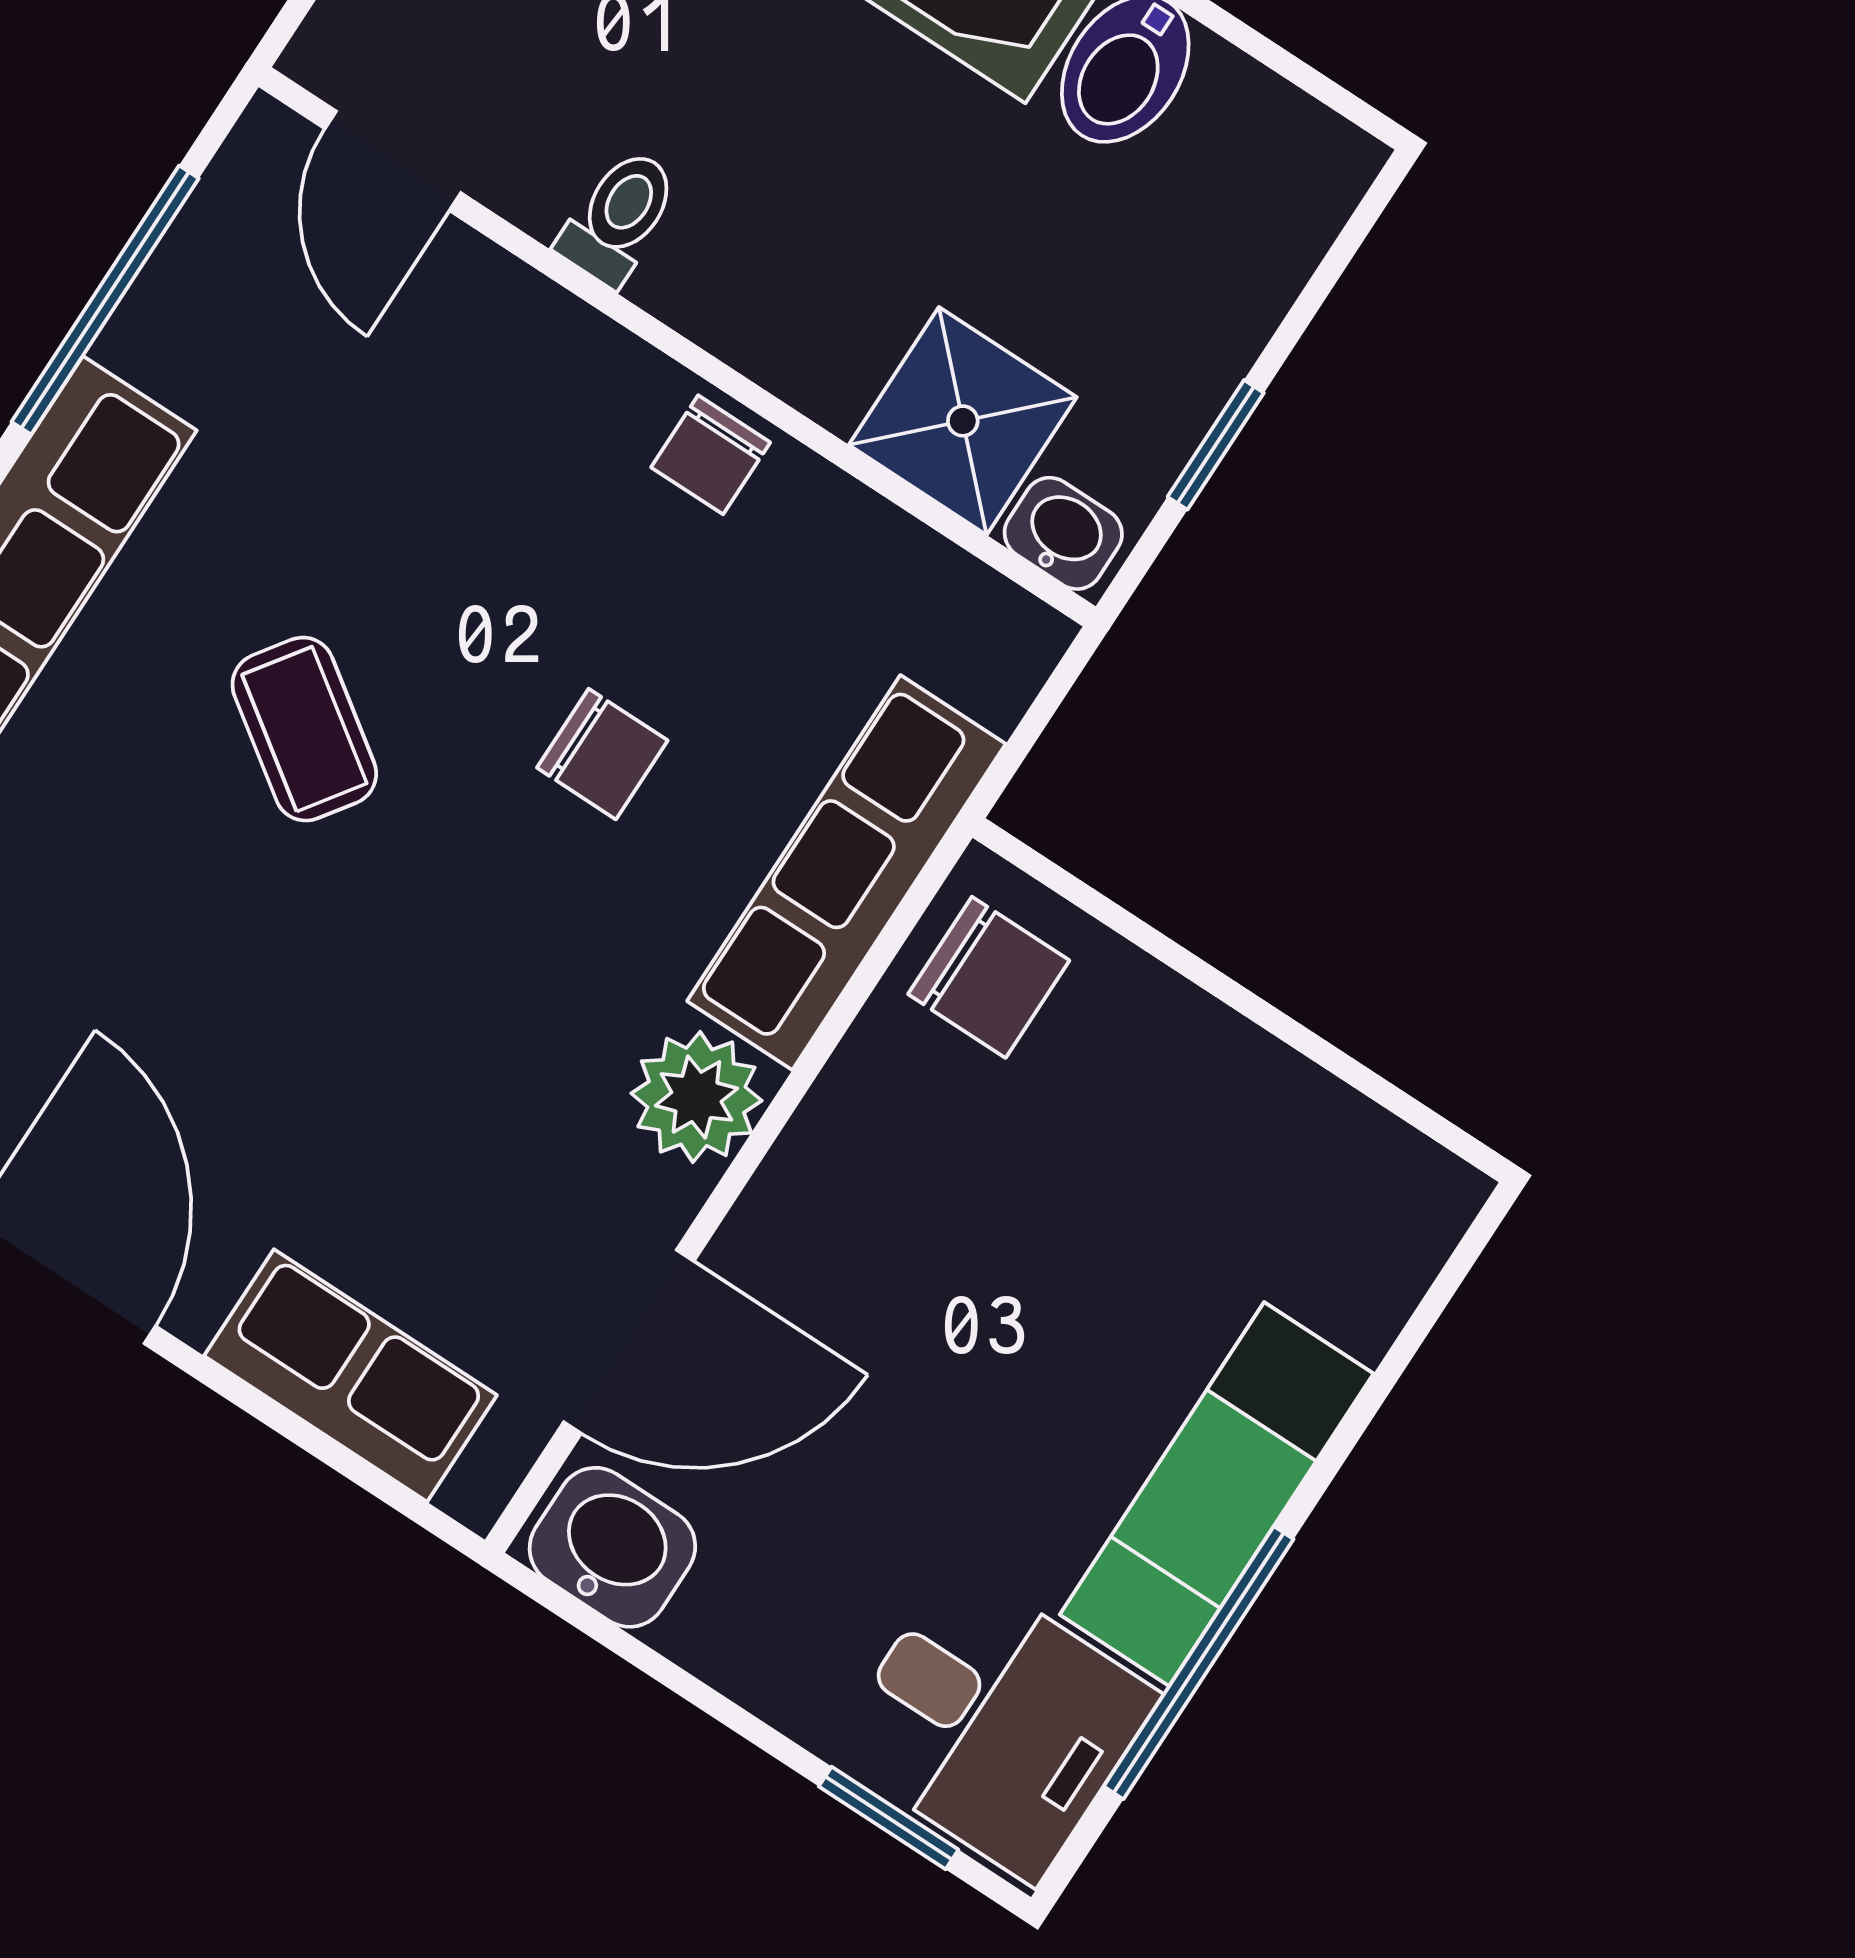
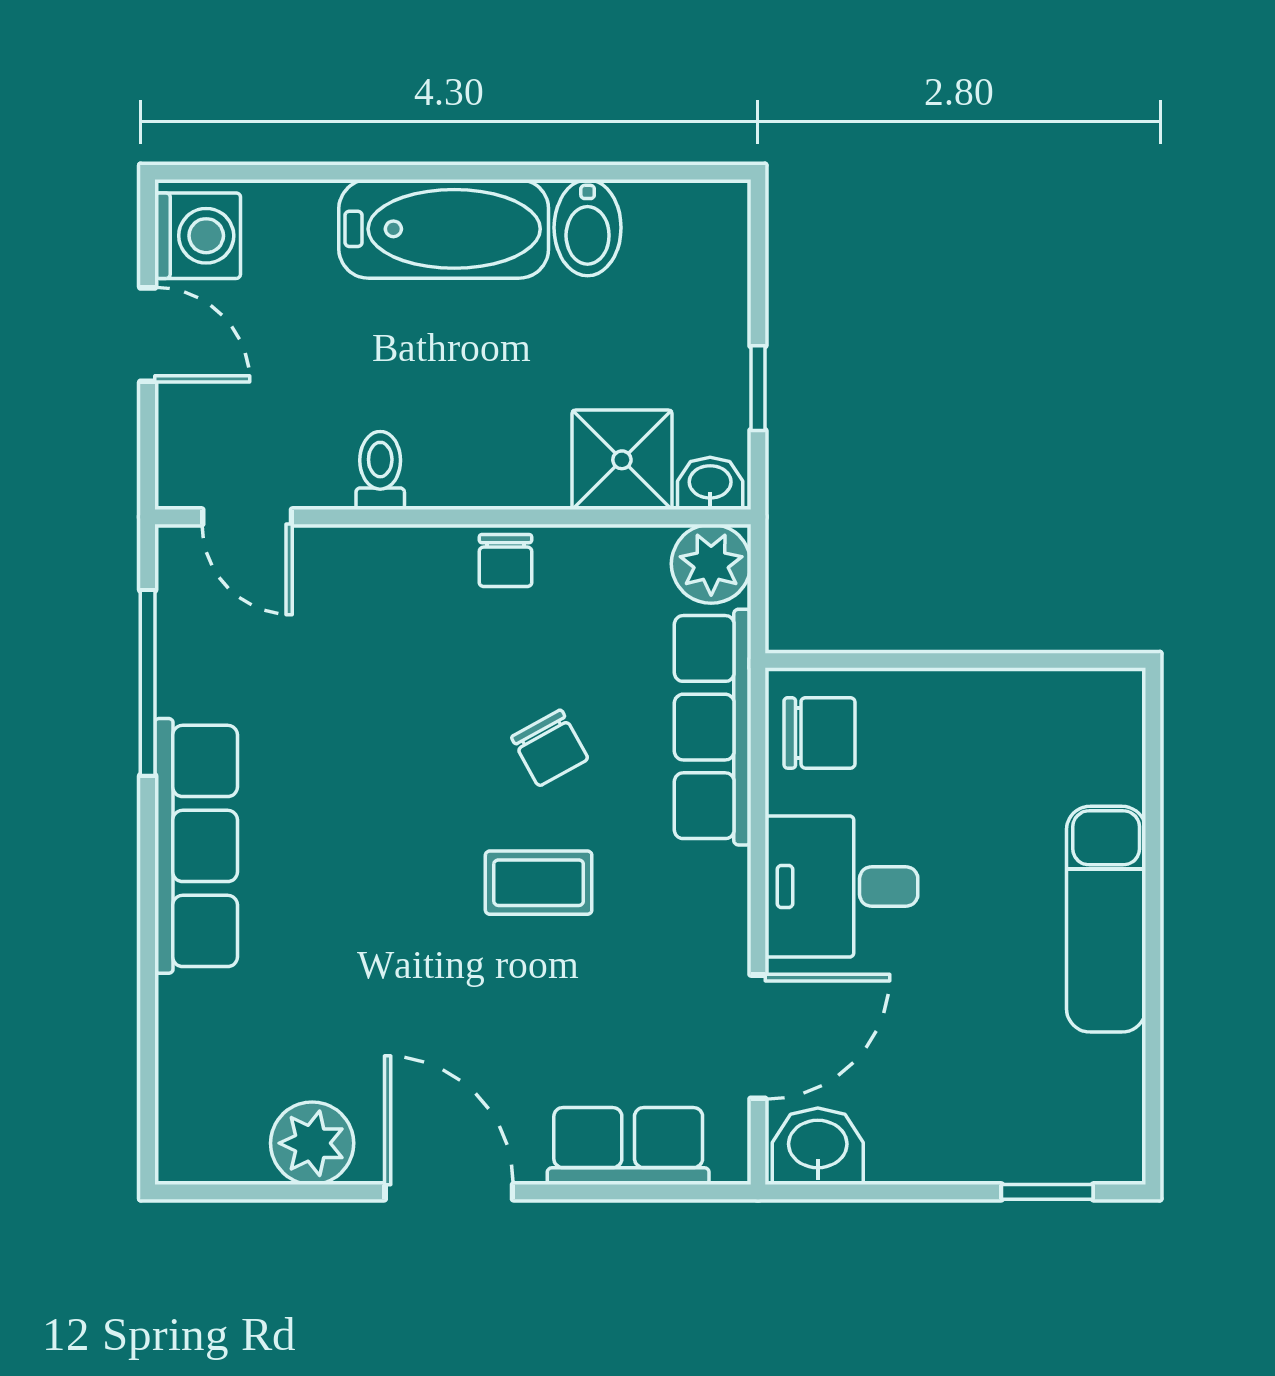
coffee table: (304, 729) -> (539, 883), moved, turned -35
chair: (602, 754) -> (550, 748), turned 61
plant: (696, 1097) -> (711, 564), moved
window: (1199, 1663) -> (1153, 1010), removed
desk: (994, 1723) -> (841, 886), moved, turned 180

